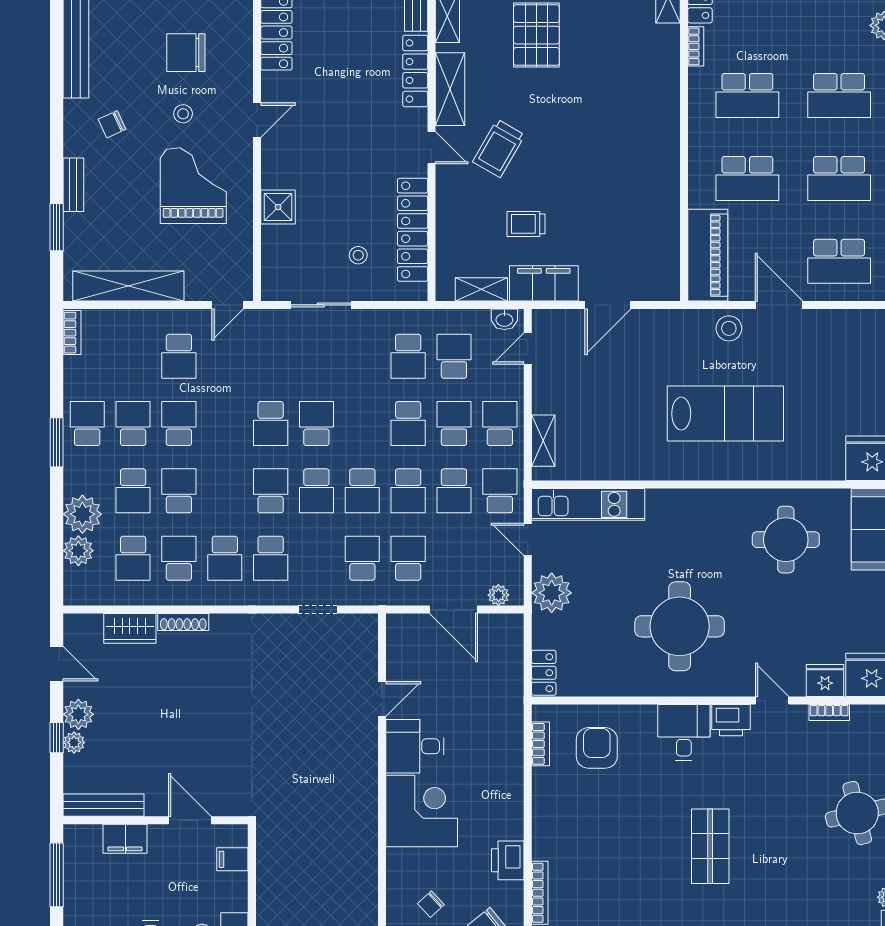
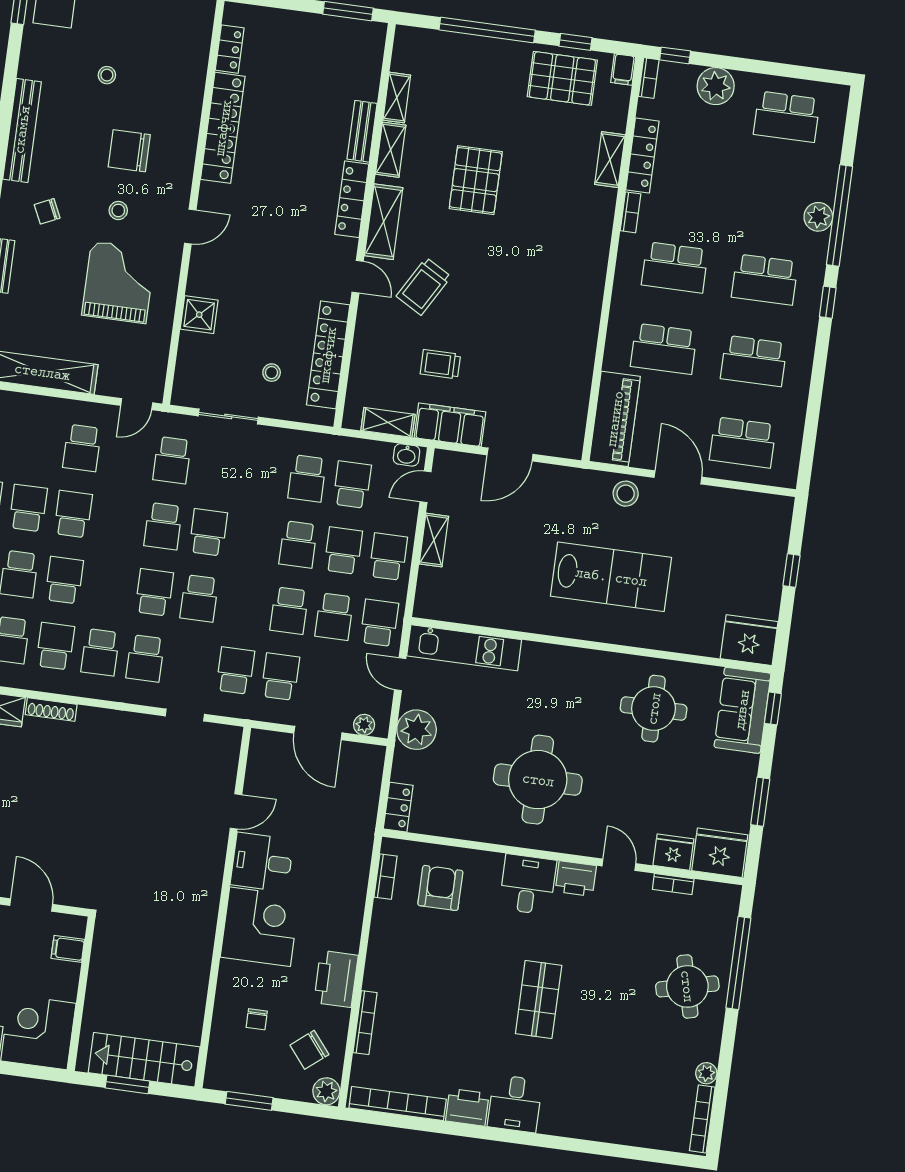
shelving: (543, 441) -> (434, 540), moved
school desk: (362, 491) -> (172, 460), moved
printer: (508, 860) -> (336, 979), width x1.37, depth x1.19
chair: (431, 904) -> (257, 1019), turned -47

